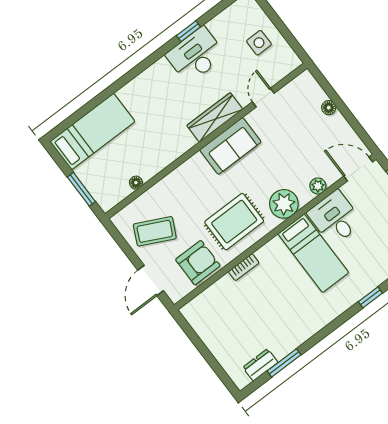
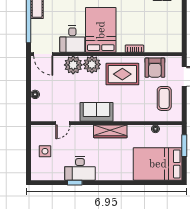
wardrobe: (215, 117) -> (110, 131), moved
bed: (93, 131) -> (158, 164), width x1.50
plant: (318, 186) -> (73, 65), width x1.87, depth x1.87
coffee table: (155, 231) -> (164, 98), turned 64
bed: (313, 253) -> (101, 30), width x1.50
armchair: (198, 263) -> (155, 68), turned -90

